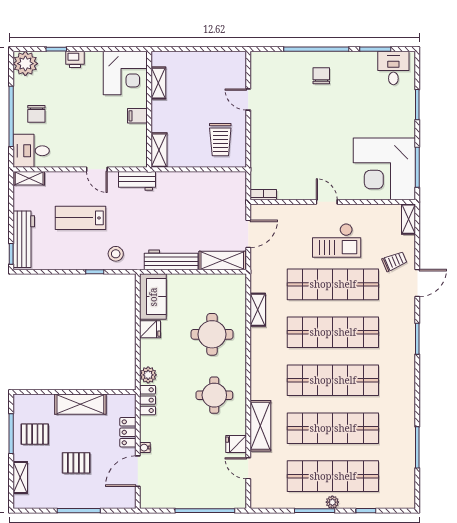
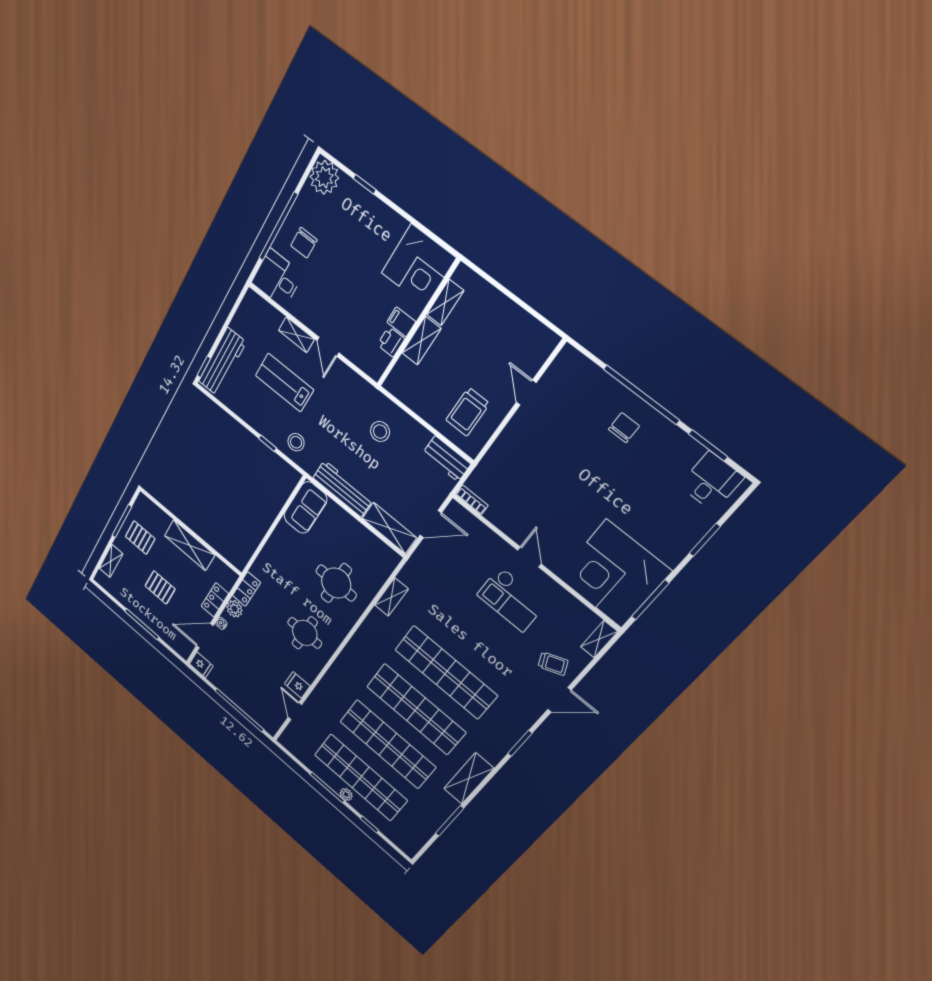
printer: (75, 59) -> (391, 342), moved, turned 90
shelving: (159, 150) -> (421, 341), moved
shelving: (29, 178) -> (296, 335), moved
workbench: (137, 181) -> (447, 459), moved
stool: (171, 198) -> (380, 431), added
shop shelf: (333, 284) -> (477, 634), removed
fridge: (150, 329) -> (201, 665), moved
plant: (148, 375) -> (234, 609), moved
shelving: (260, 426) -> (469, 778), moved

